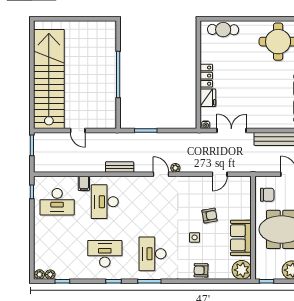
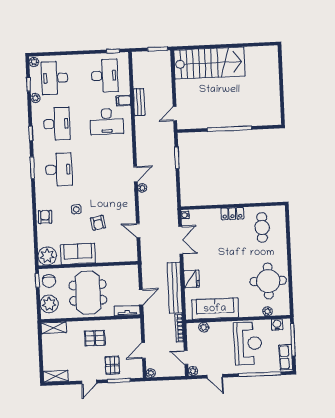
cafe table: (223, 30) -> (262, 227), moved
stairs: (49, 79) -> (209, 63), width x0.73
fridge: (208, 98) -> (192, 279), moved, turned -90
door: (78, 131) -> (175, 114), moved
bench: (120, 167) -> (139, 102), moved
chair: (267, 195) -> (49, 281), moved
desk: (57, 202) -> (105, 76), turned 180
desk: (105, 202) -> (107, 121), turned 180
desk: (57, 254) -> (55, 78), added
desk: (152, 254) -> (59, 170), turned 90
plant: (50, 275) -> (35, 98), moved

